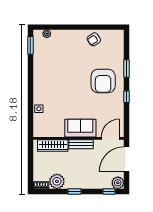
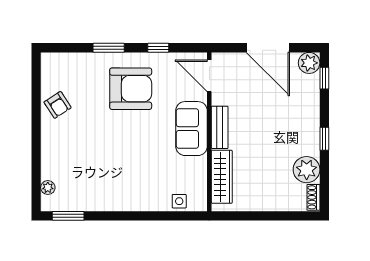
sofa: (80, 128) -> (191, 129), moved
wall: (78, 138) -> (209, 132), moved
door: (110, 138) -> (209, 76), moved
bench: (81, 144) -> (220, 127), moved
wardrobe: (53, 145) -> (222, 177), moved

